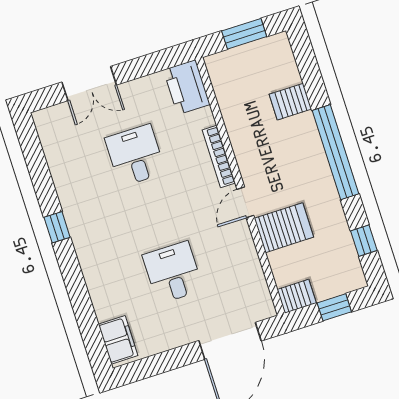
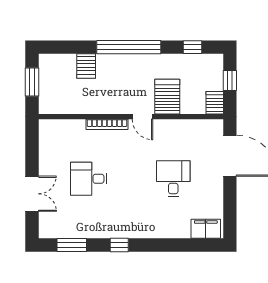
printer: (187, 87) -> (55, 131), removed
window: (36, 161) -> (72, 245), added
desk: (173, 273) -> (173, 179), turned 90

